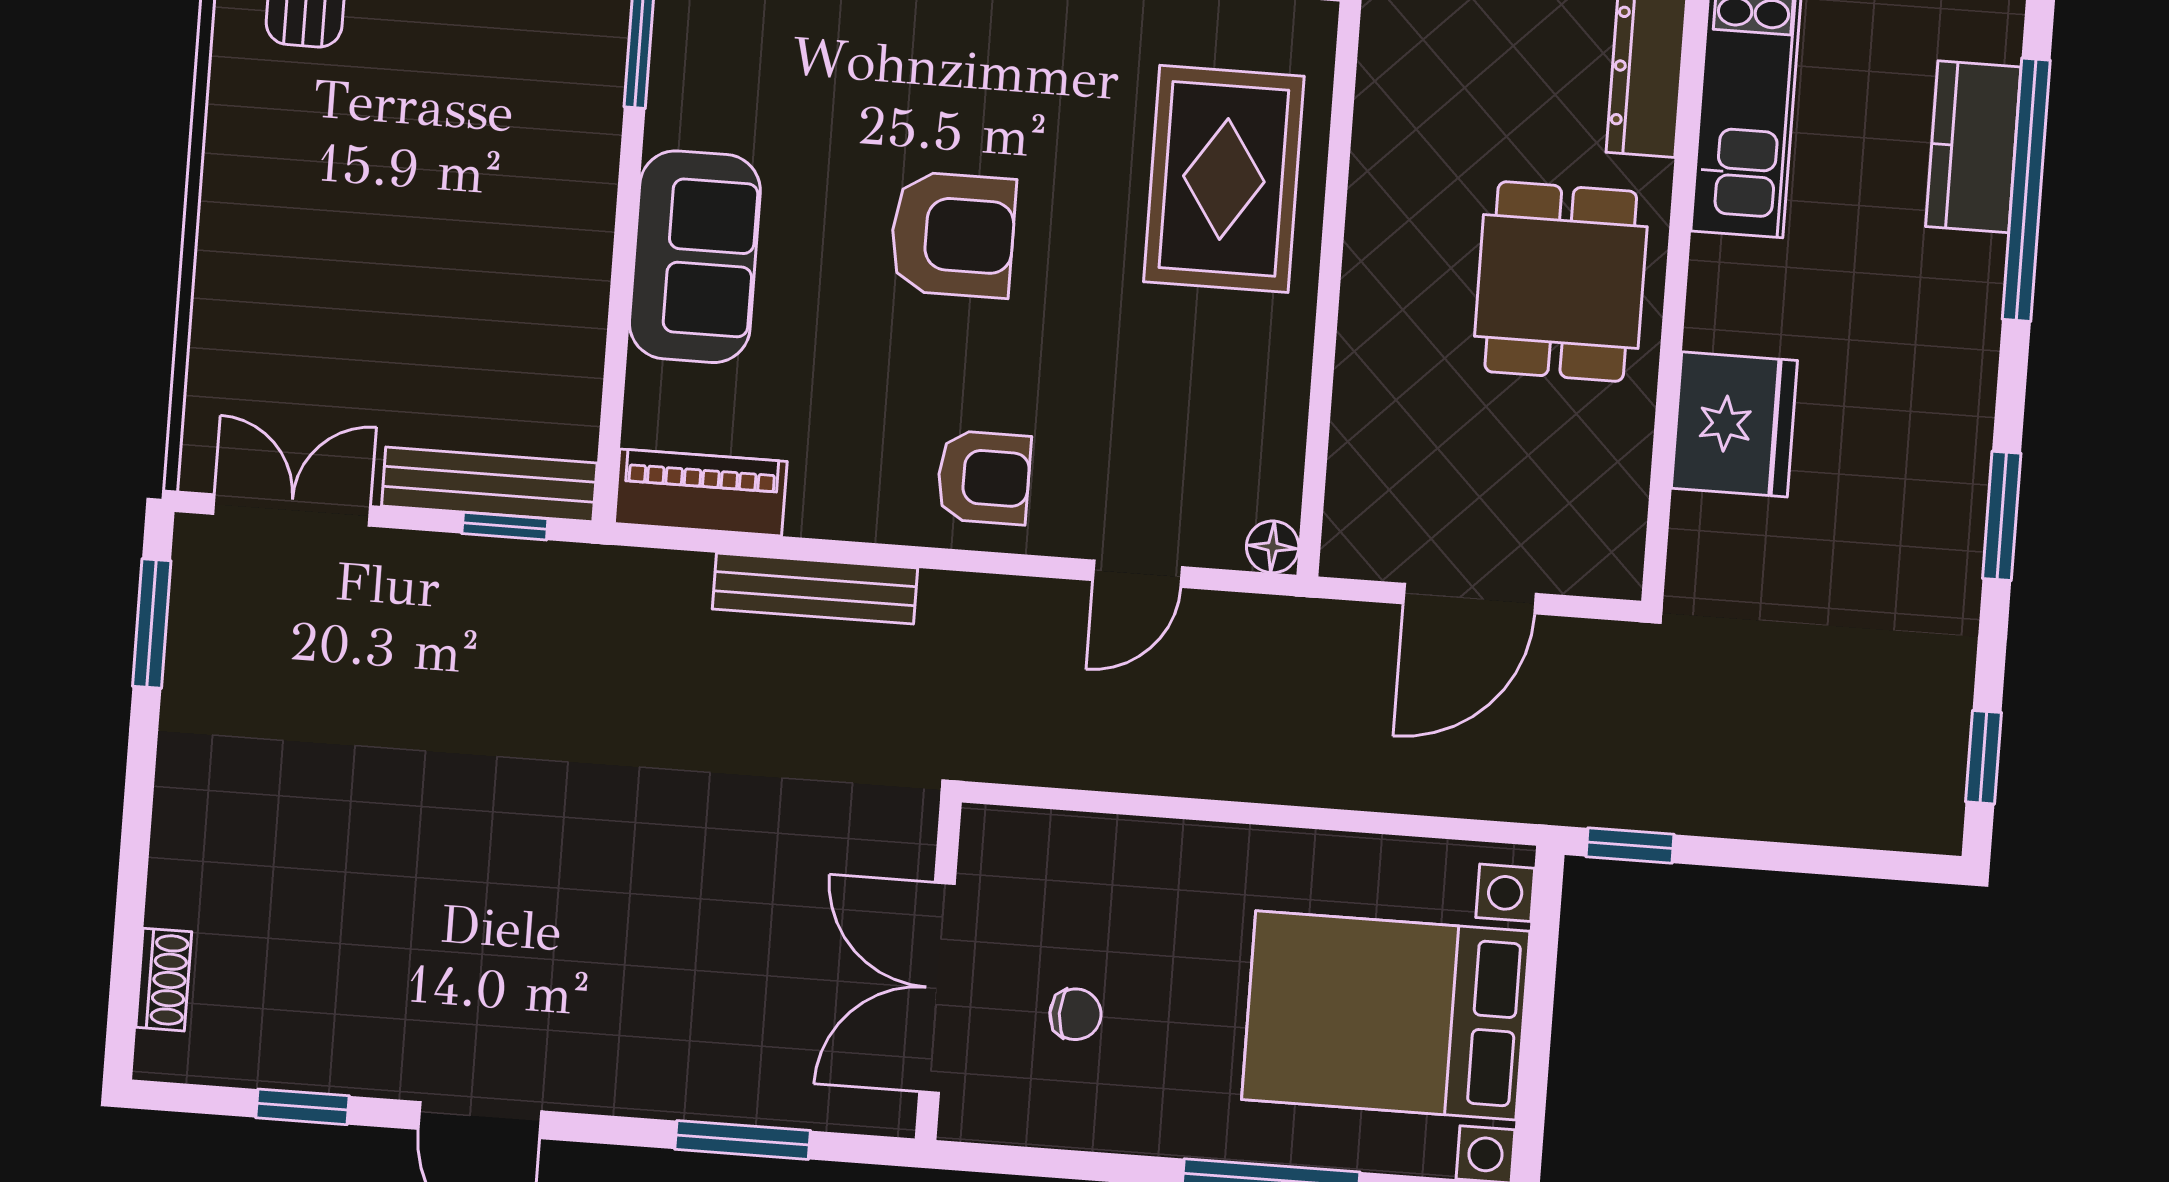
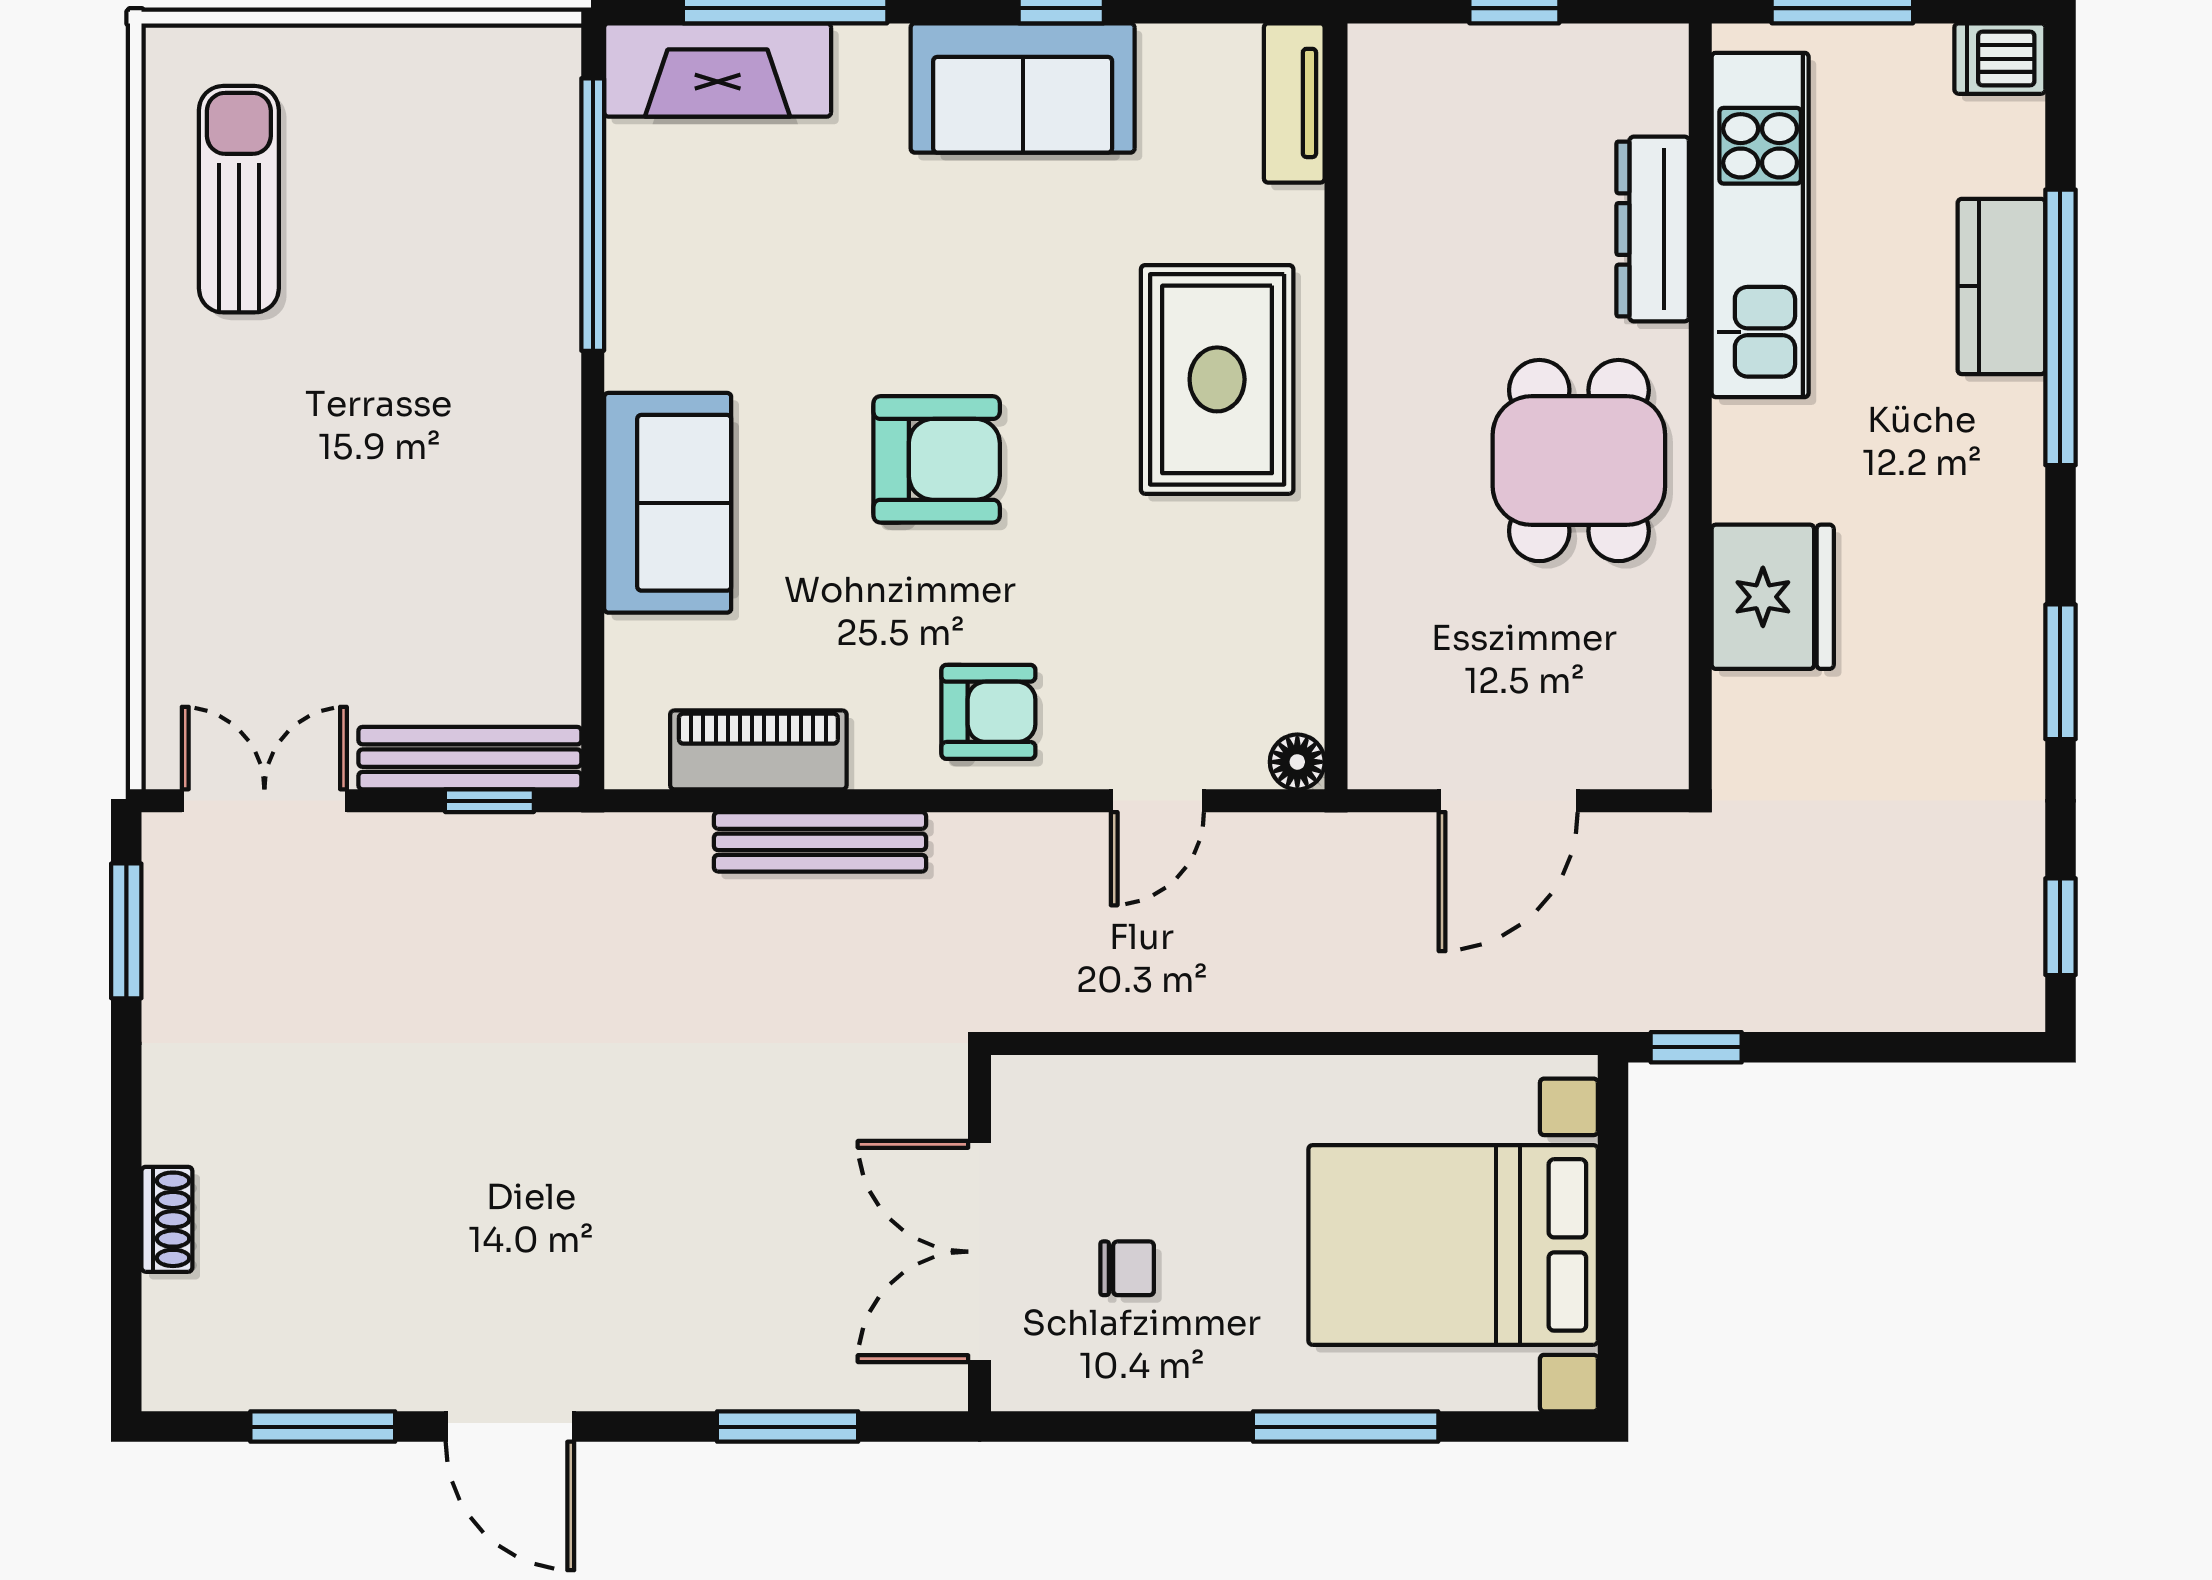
piano: (701, 492) -> (758, 750), moved
shoe rack: (164, 980) -> (167, 1219), moved
window: (303, 1107) -> (323, 1427), width x1.50

